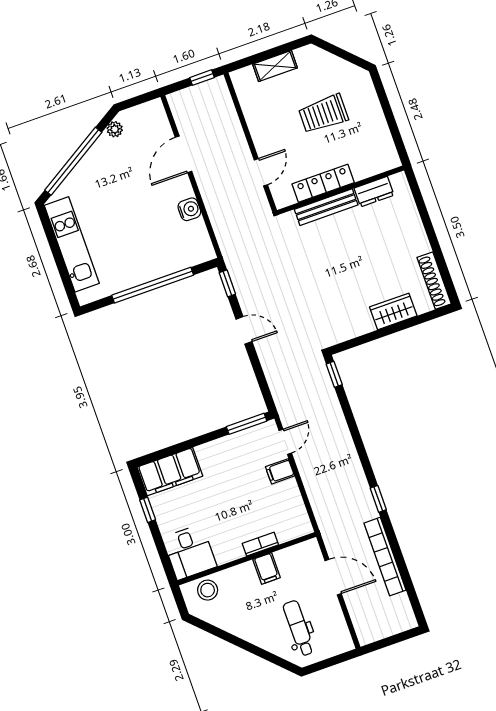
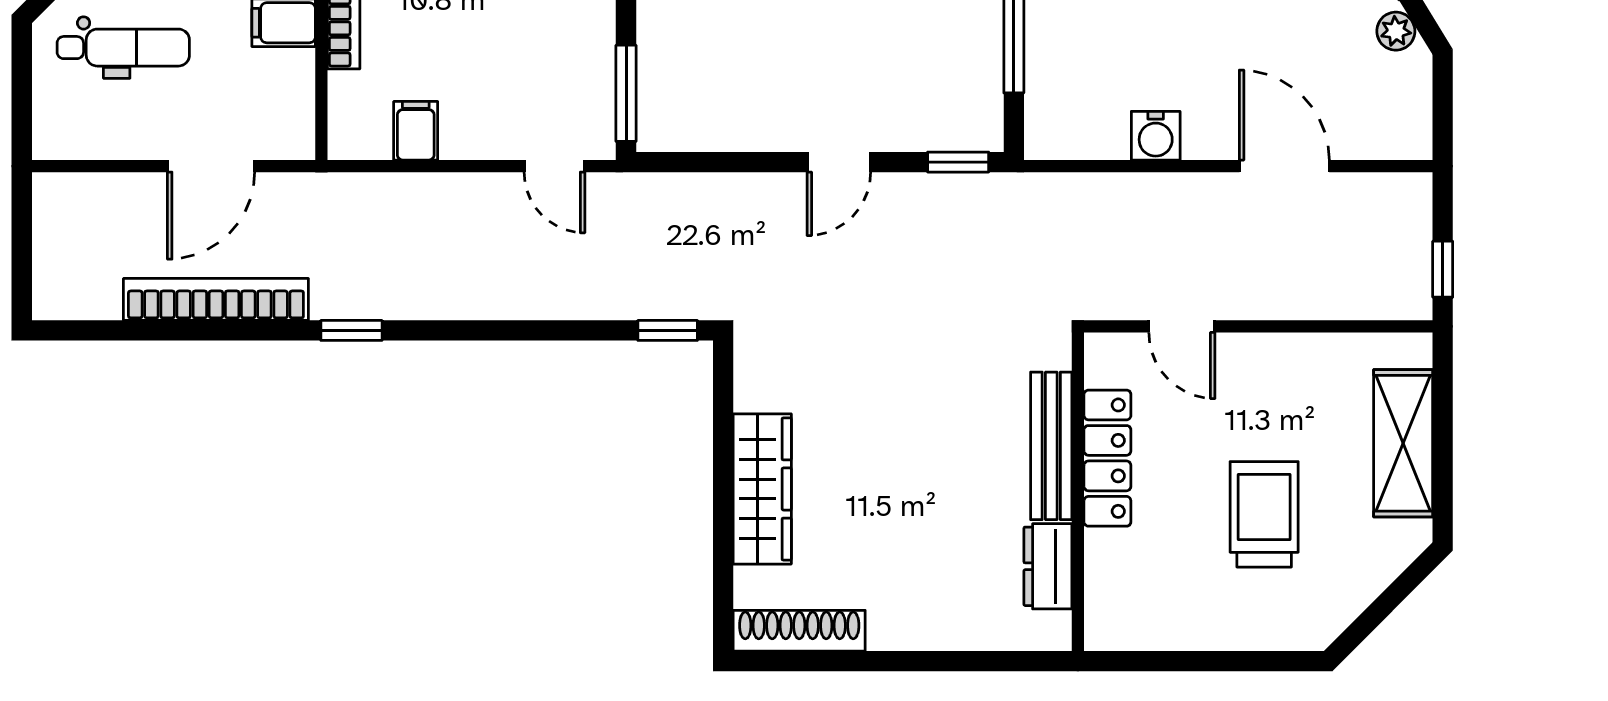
shelving: (275, 66) -> (1403, 443), width x1.50, depth x1.33
wardrobe: (393, 311) -> (762, 489), width x1.50
filing cabinet: (280, 471) -> (416, 131), moved

